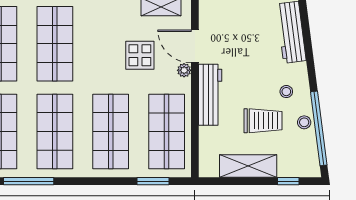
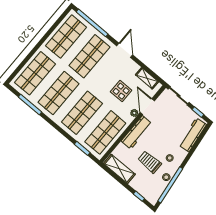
trolley: (263, 121) -> (150, 162), turned 180
shelving: (248, 166) -> (119, 169), moved

